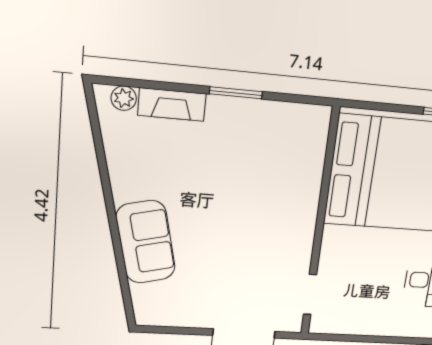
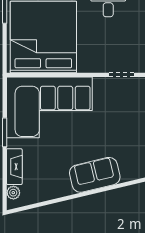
corner sofa: (271, 175) -> (49, 107), added

